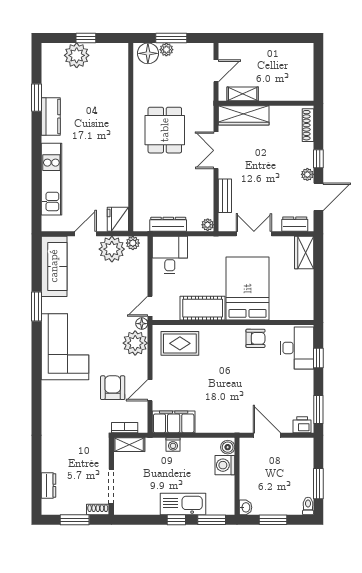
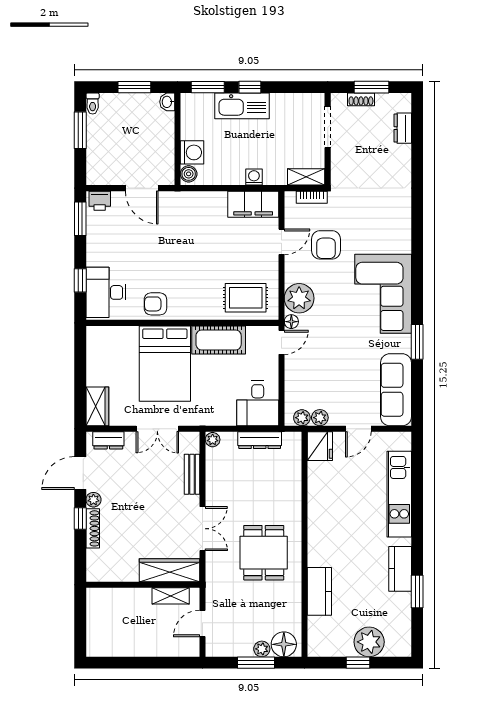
kitchen counter: (118, 98) -> (319, 591), added
shoe rack: (308, 125) -> (93, 528), moved
plant: (112, 249) -> (320, 418), width x0.53, depth x0.53
shoe rack: (98, 510) -> (361, 99), moved

